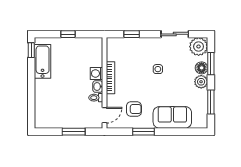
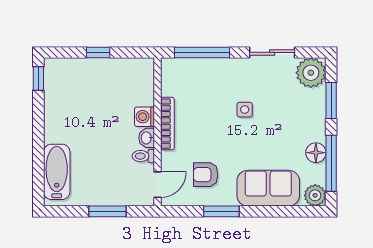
window: (132, 34) -> (202, 52), width x2.17
bathtub: (43, 61) -> (57, 172), moved
floor lamp: (202, 68) -> (316, 153), moved
plant: (201, 82) -> (315, 195), moved
window: (211, 102) -> (331, 163), width x1.44
armchair: (134, 109) -> (206, 175), turned 180

